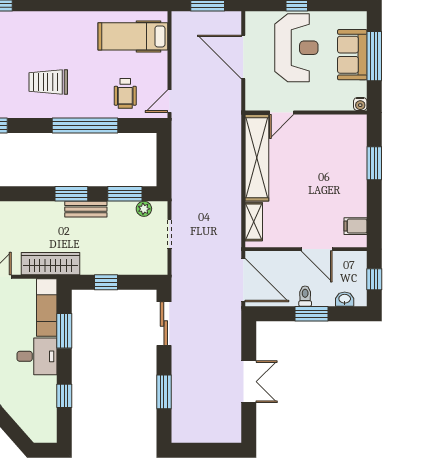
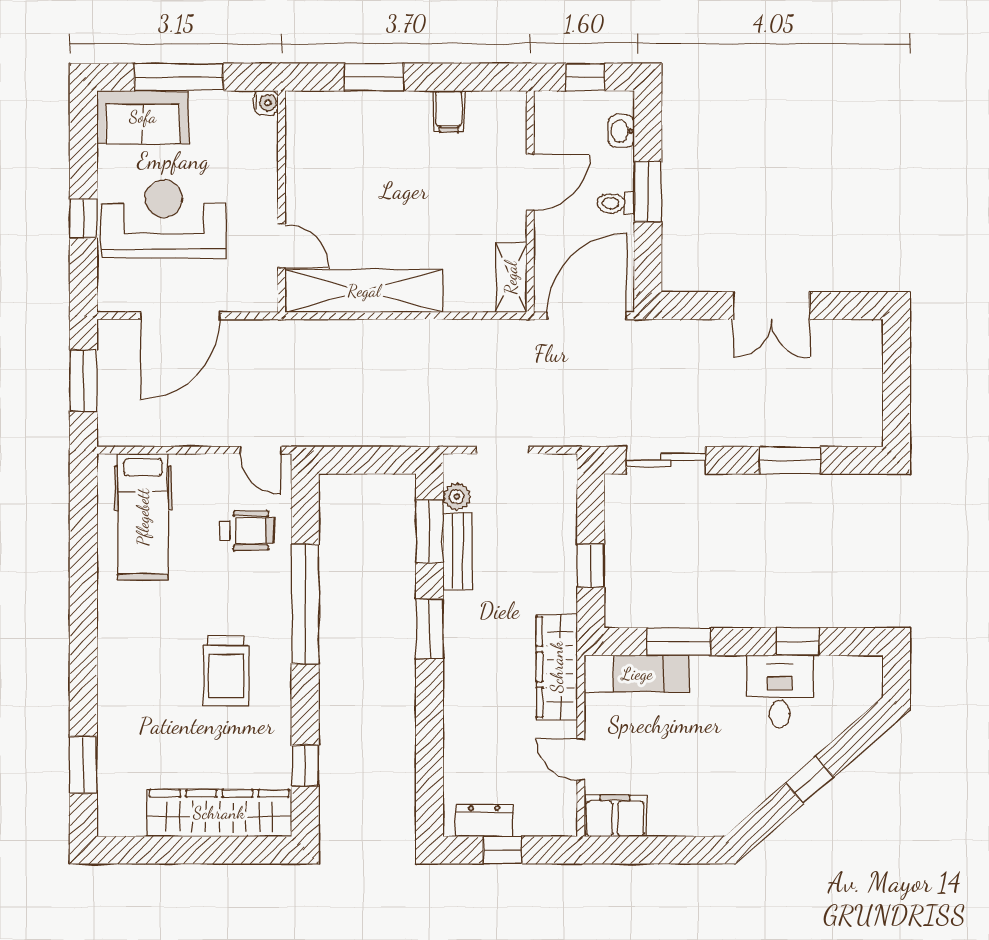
sofa: (352, 55) -> (143, 117), moved
bench: (86, 209) -> (458, 552), moved
shelving: (254, 222) -> (511, 278), moved, turned 90
filing cabinet: (356, 226) -> (449, 111), moved
desk: (37, 356) -> (780, 691), moved
double door: (249, 382) -> (772, 306), swing flipped

